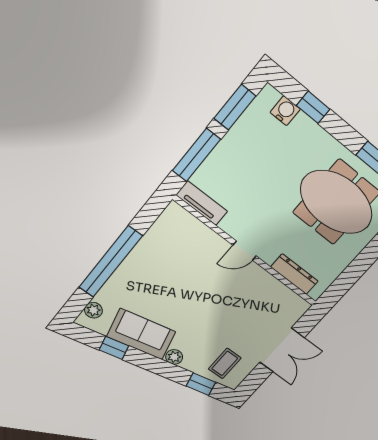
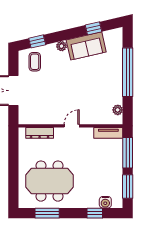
plant: (93, 310) -> (118, 110), moved

